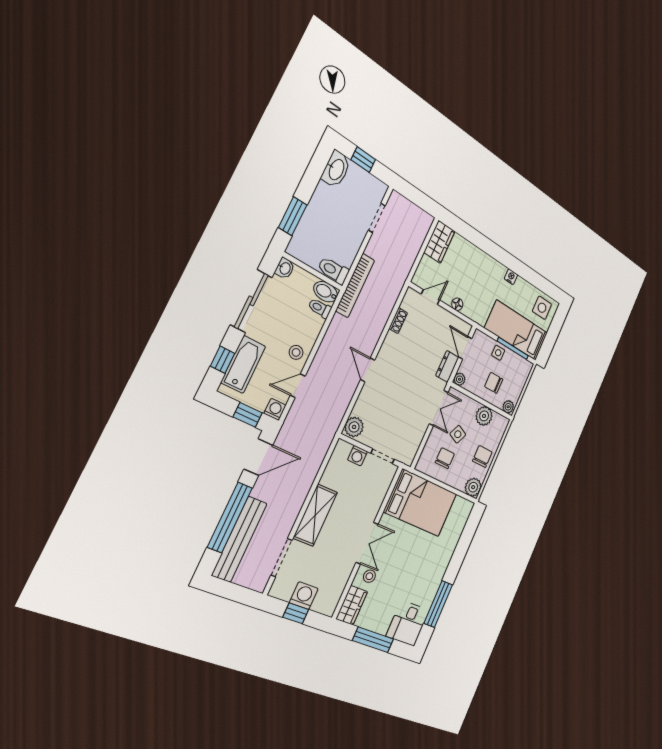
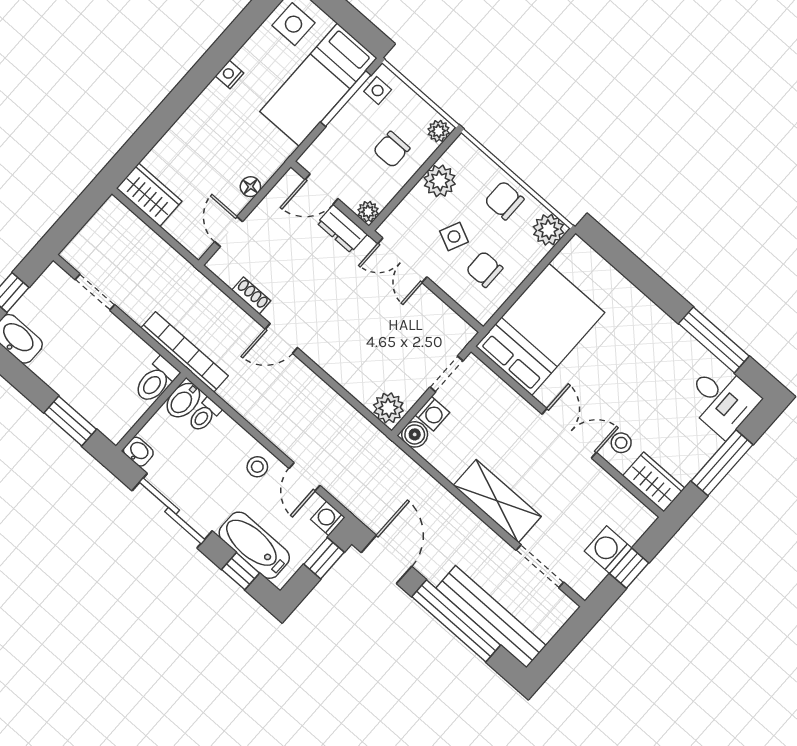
side table: (498, 353) -> (378, 90), moved
door: (368, 370) -> (281, 338), moved
double door: (439, 408) -> (402, 260), swing flipped
boiler: (342, 449) -> (415, 434), added

